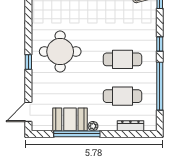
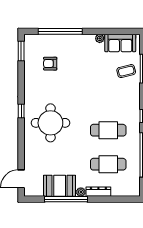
window: (28, 62) -> (21, 111), moved
dresser: (130, 126) -> (98, 192), moved

